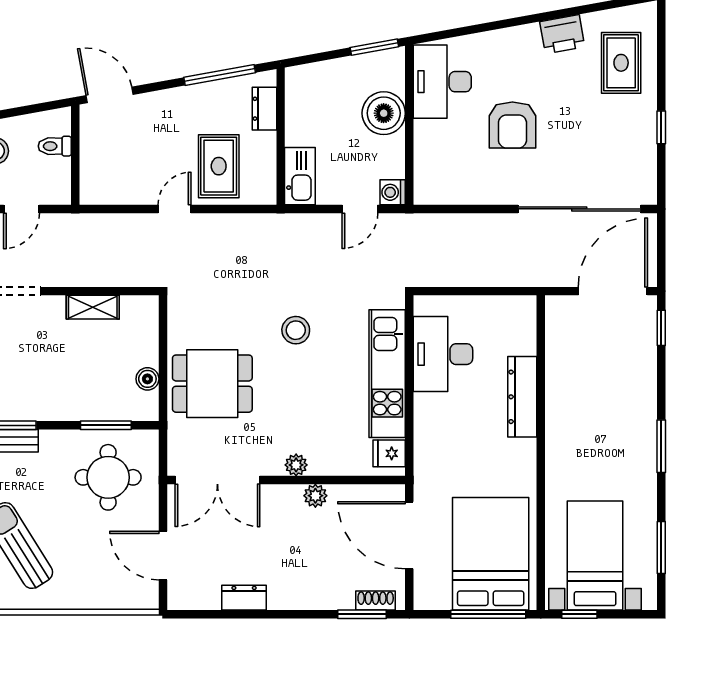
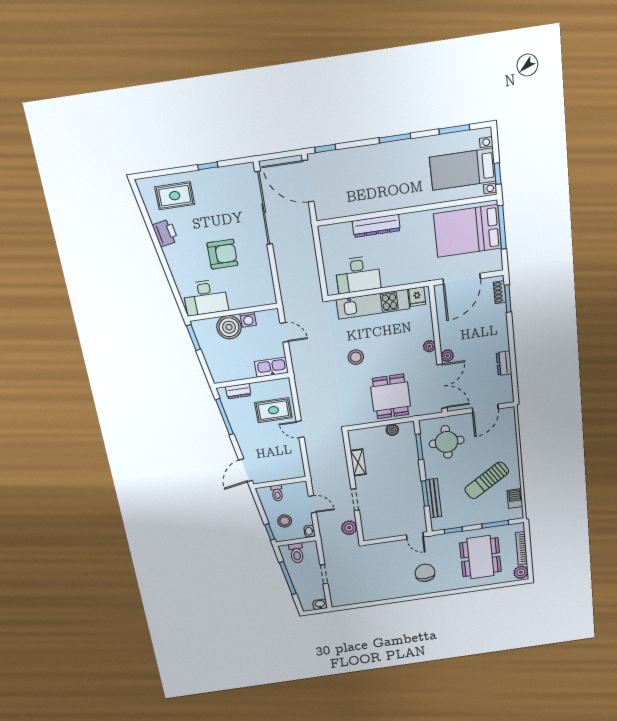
washing machine: (393, 192) -> (248, 319), moved
plant: (315, 496) -> (447, 356), moved

